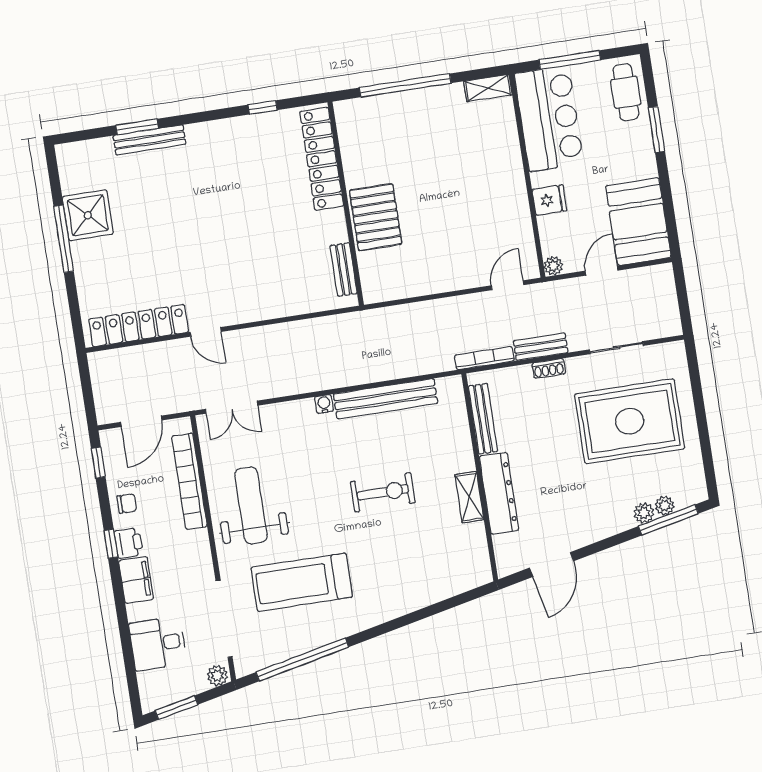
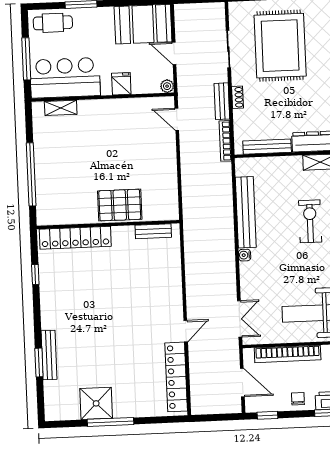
shelving: (488, 88) -> (61, 108), moved, turned 90

